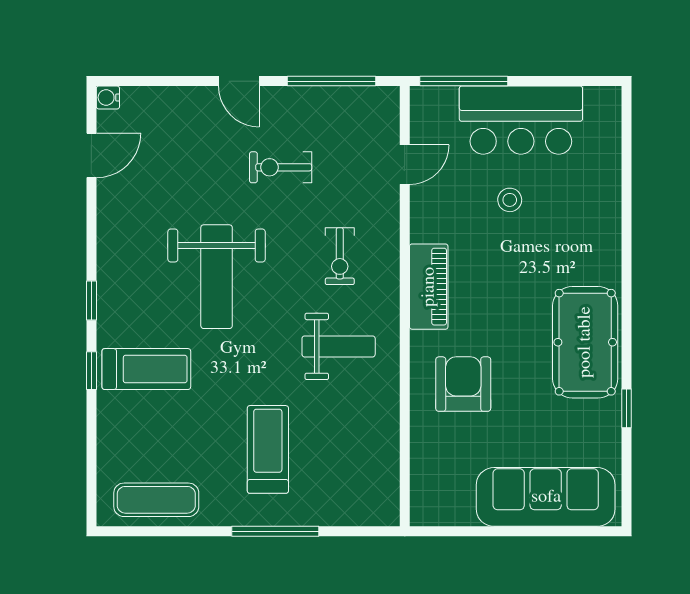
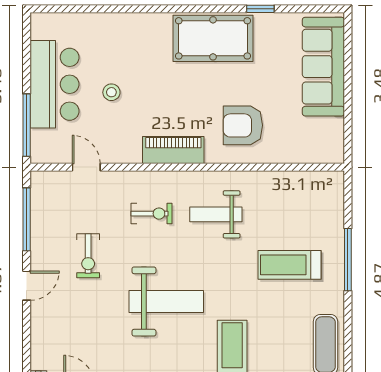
weight bench: (339, 346) -> (216, 214), turned -90

